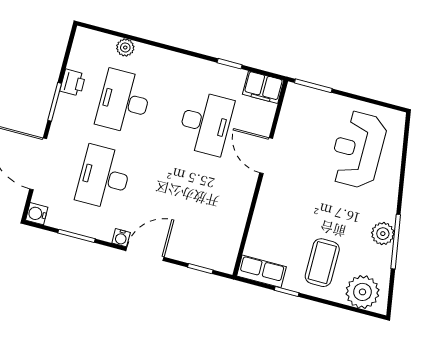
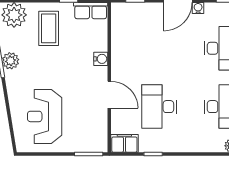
reception desk: (358, 150) -> (45, 116), turned 180
water cooler: (265, 205) -> (101, 59), added

